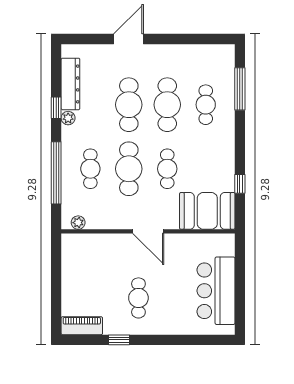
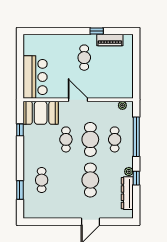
window: (240, 89) -> (20, 190), width x0.69
cafe table: (167, 105) -> (66, 180), removed
bar counter: (216, 291) -> (35, 77), moved
piano: (82, 326) -> (110, 40), moved

